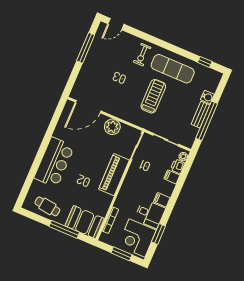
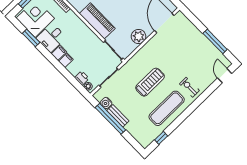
treadmill: (153, 96) -> (150, 82), turned -90
water cooler: (207, 97) -> (106, 103), moved
filing cabinet: (172, 177) -> (66, 60), moved

